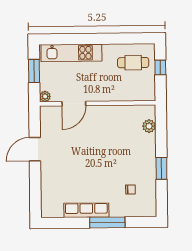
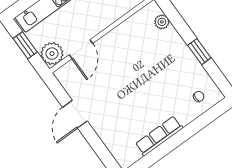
plant: (45, 96) -> (52, 54), width x1.87, depth x1.87
chair: (130, 189) -> (199, 96), moved
window: (107, 222) -> (185, 134), removed

